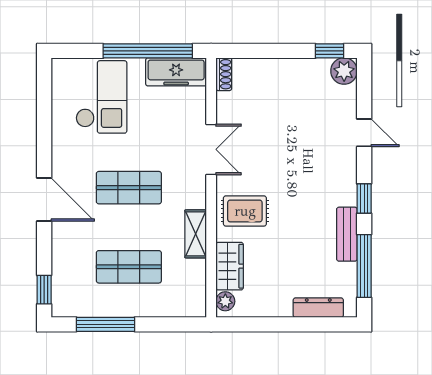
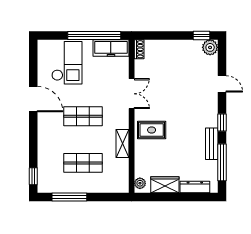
door: (44, 199) -> (33, 99), moved
wardrobe: (230, 266) -> (165, 185), moved, turned -90

